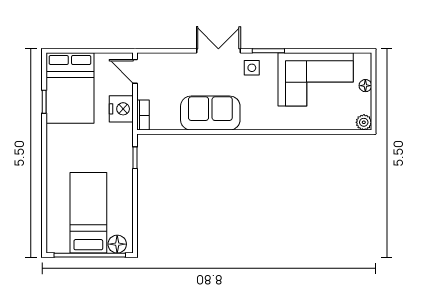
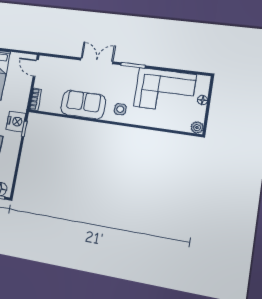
side table: (252, 68) -> (120, 109), moved
nightstand: (121, 109) -> (16, 121), moved

